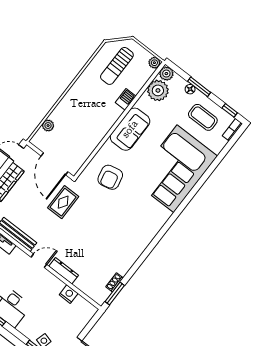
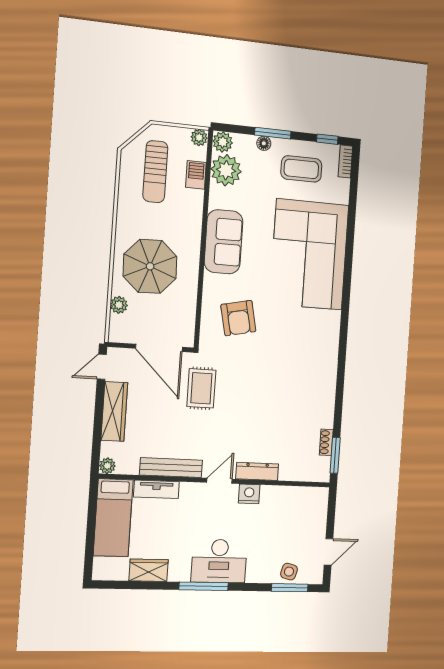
barbecue: (126, 99) -> (196, 175), moved
parasol: (79, 116) -> (150, 266), added
nightstand: (69, 294) -> (249, 494), moved

